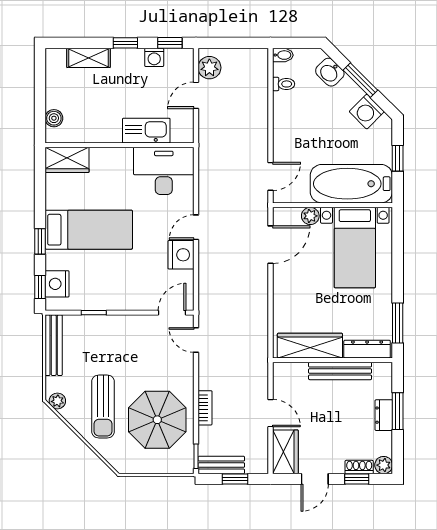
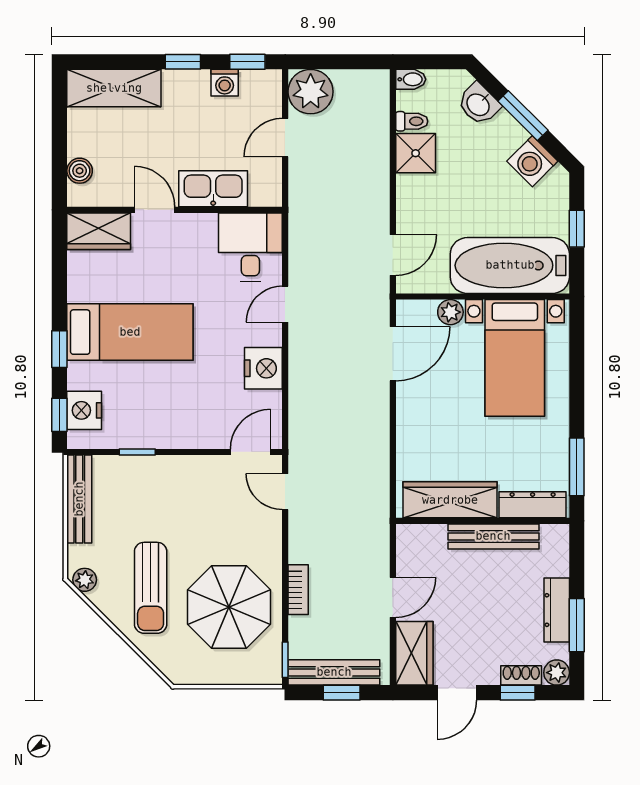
shelving: (88, 58) -> (114, 88), width x1.50, depth x1.33
plant: (209, 68) -> (311, 92), width x1.36, depth x1.36
shower: (286, 106) -> (416, 153), added
door: (106, 145) -> (155, 210), added
desk: (164, 171) -> (250, 247), width x0.73
door: (196, 227) -> (285, 304), moved
window: (398, 411) -> (577, 625), moved
door: (270, 413) -> (393, 597), hinge flipped
dresser: (384, 415) -> (557, 610), width x1.44
bench: (221, 465) -> (334, 672), width x1.36

